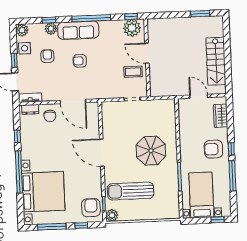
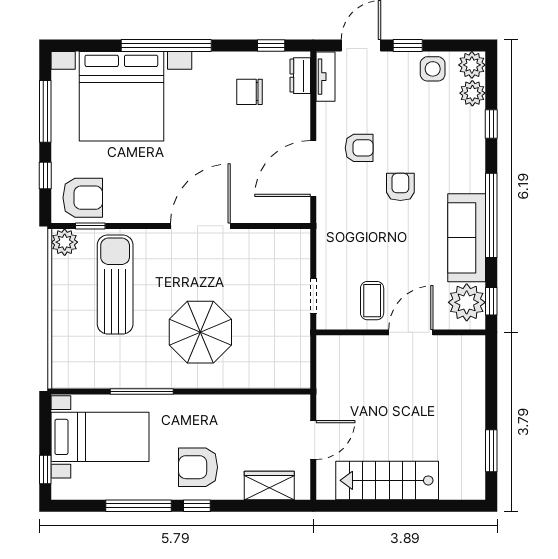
plant: (51, 29) -> (472, 93), moved
sofa: (78, 30) -> (467, 238), moved
armchair: (47, 56) -> (359, 148), moved
chair: (50, 116) -> (250, 92), moved
window: (17, 136) -> (271, 46), moved
armchair: (213, 149) -> (198, 467), turned -90

